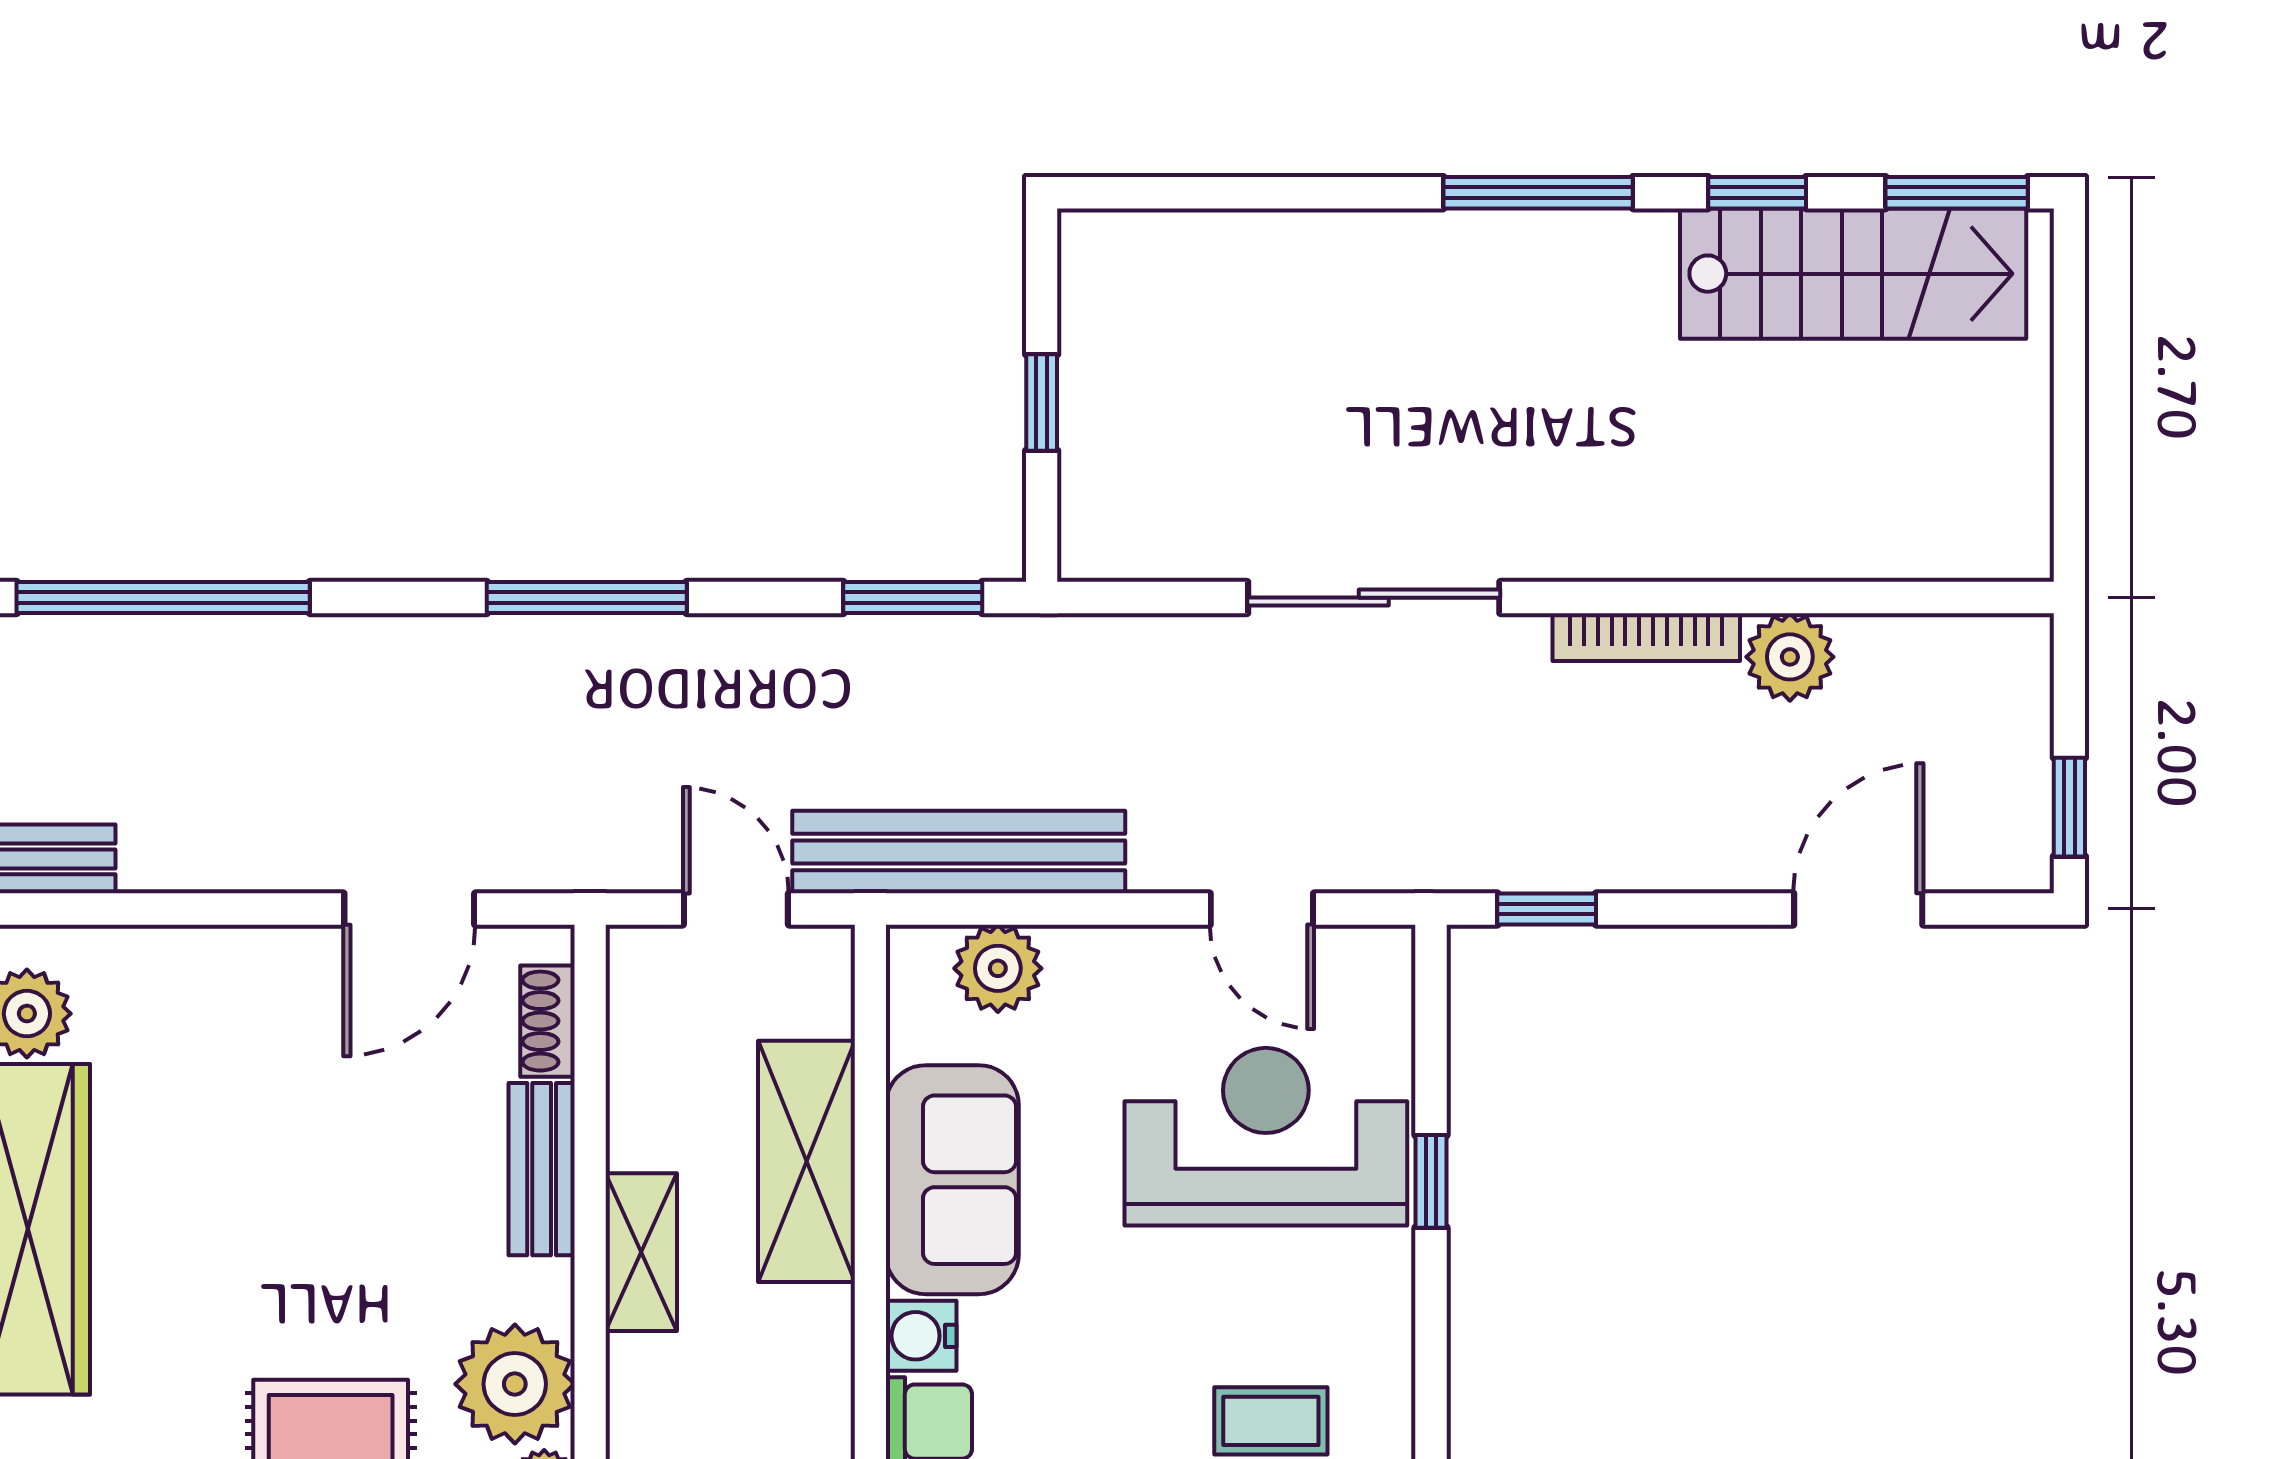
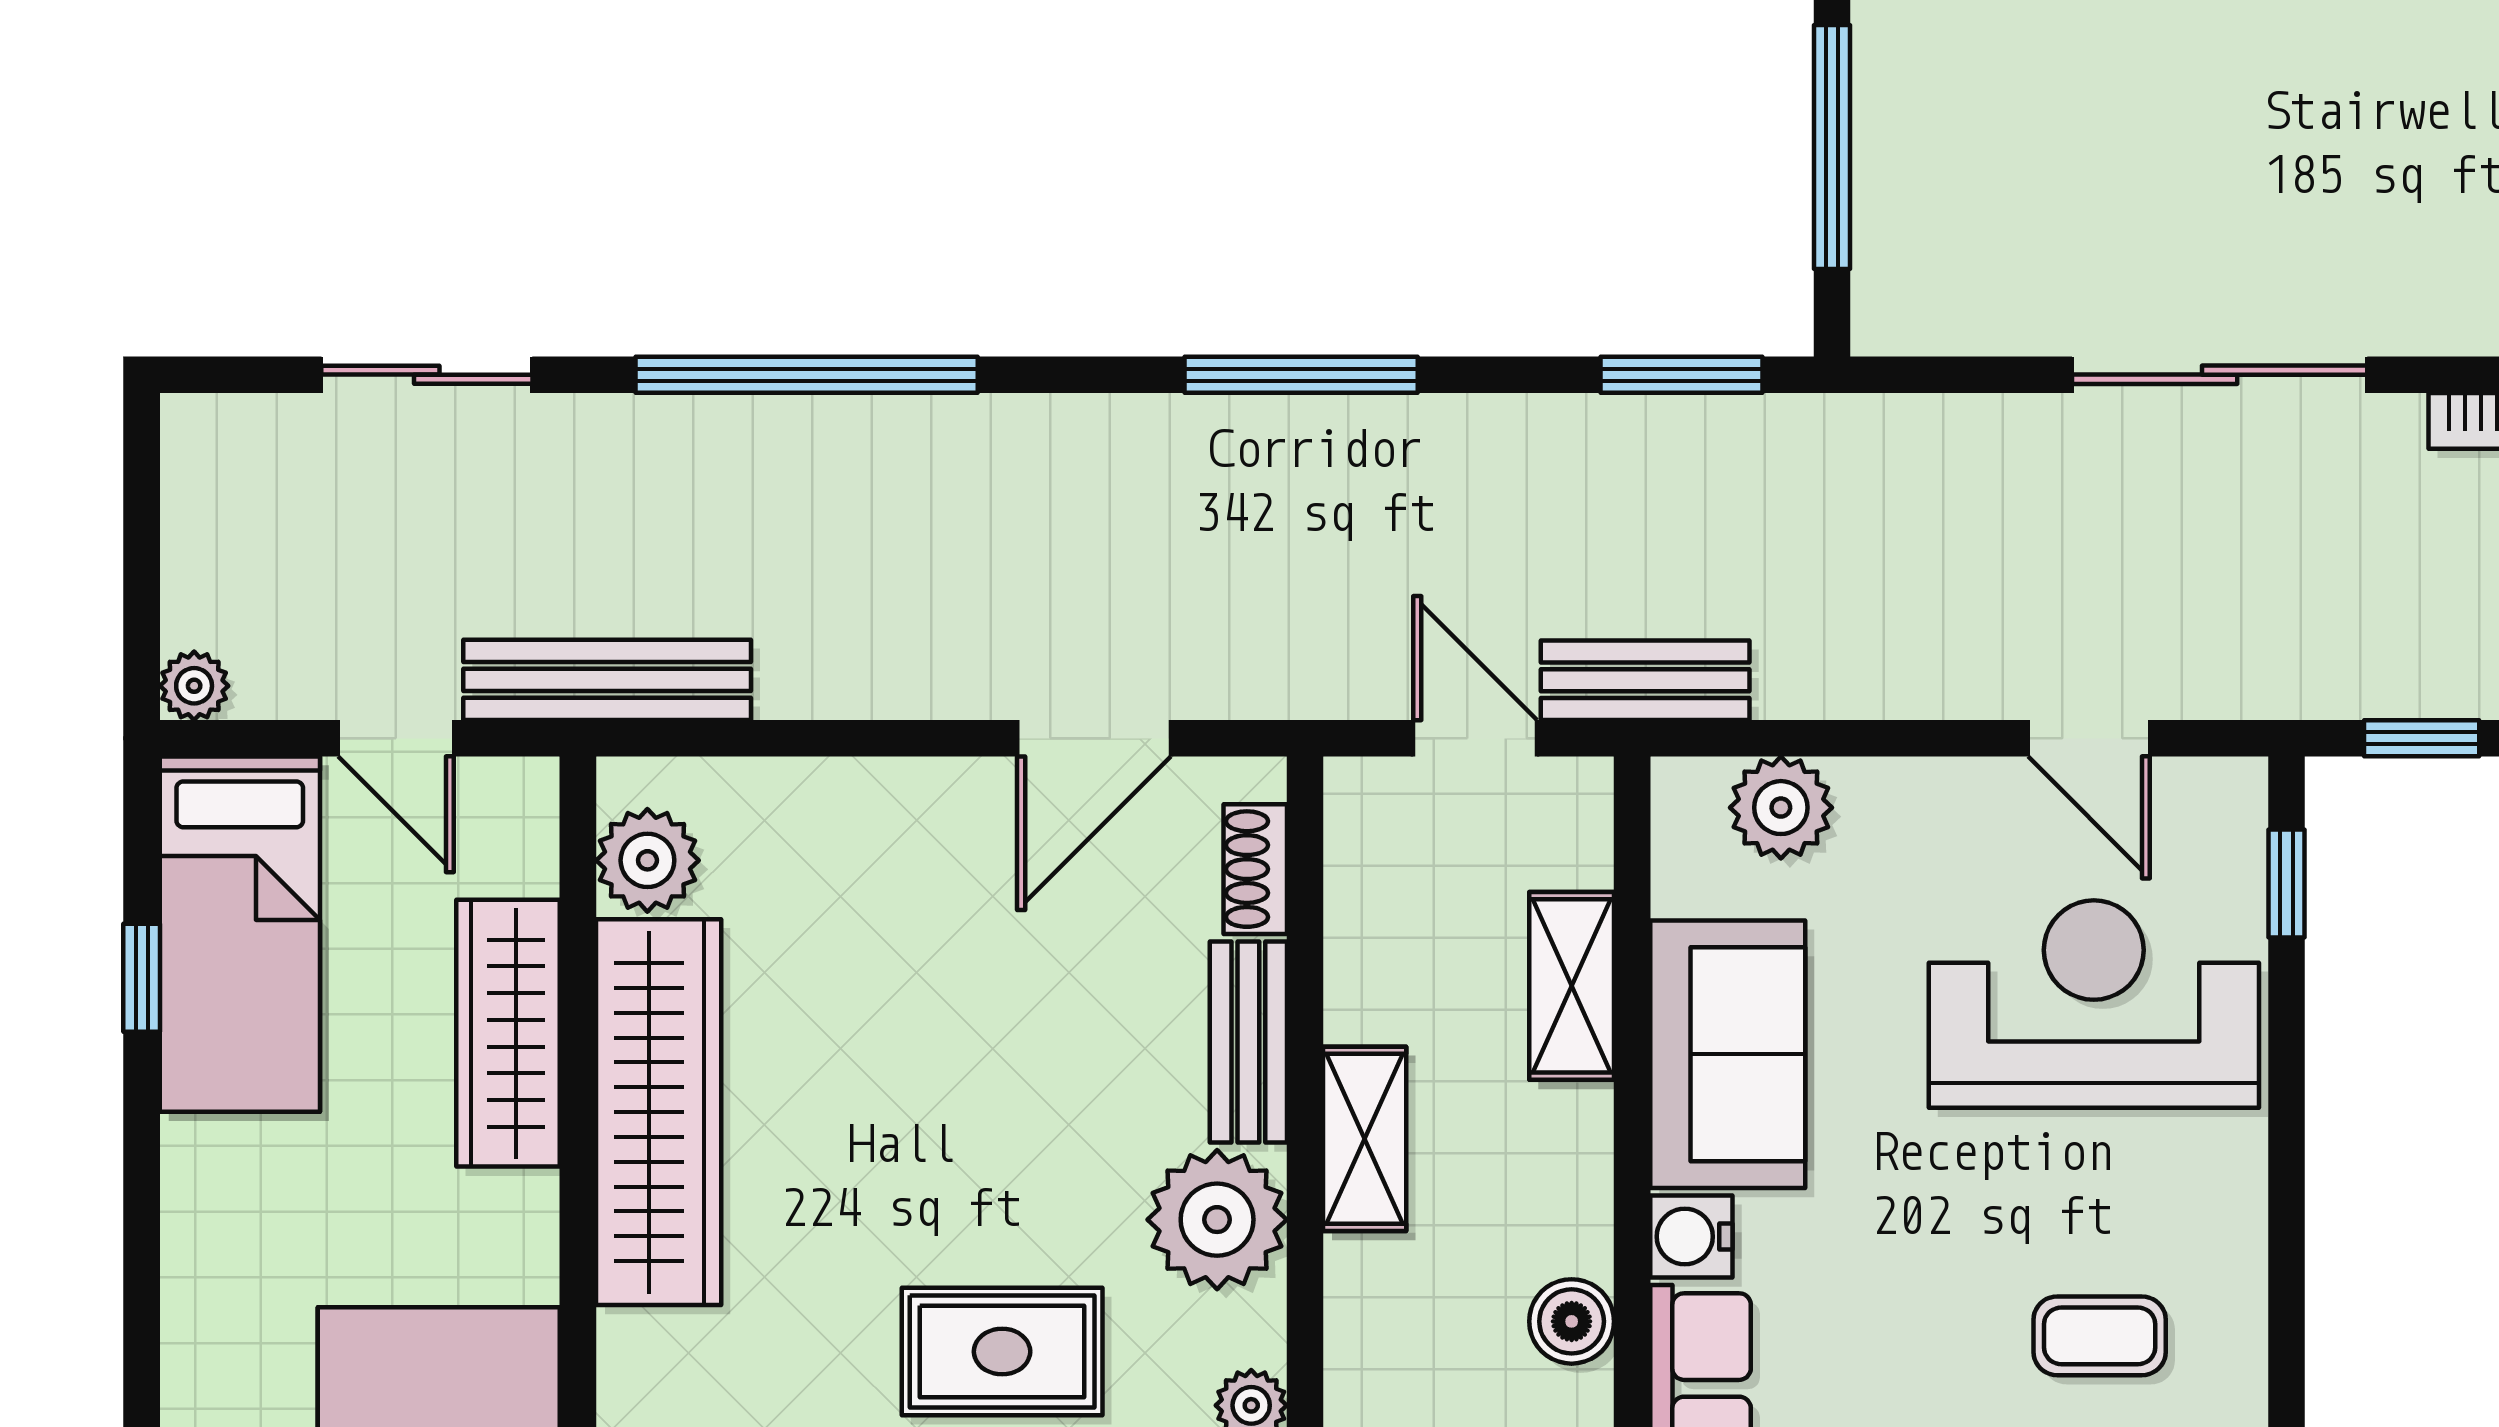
window: (1042, 402) -> (1832, 147), width x2.17
bench: (959, 852) -> (1645, 680), width x0.54, depth x0.82
shelving: (807, 1161) -> (1572, 986), width x0.67, depth x0.75
window: (1431, 1181) -> (2286, 883), moved
plant: (515, 1384) -> (1217, 1220), moved
boiler: (819, 1409) -> (1572, 1321), added

